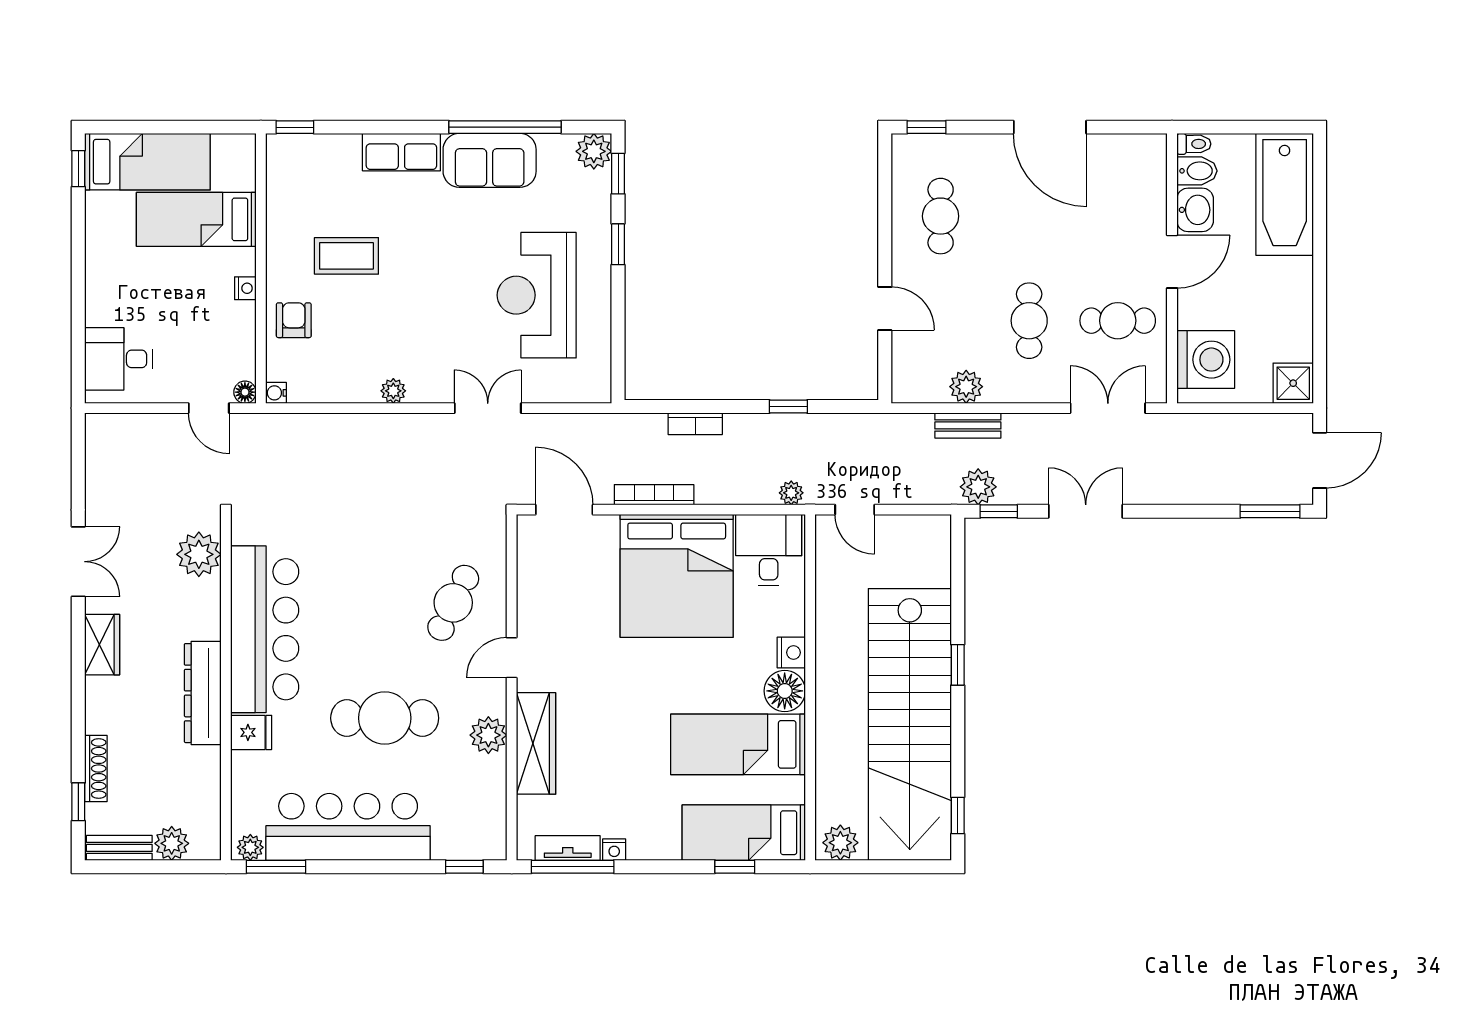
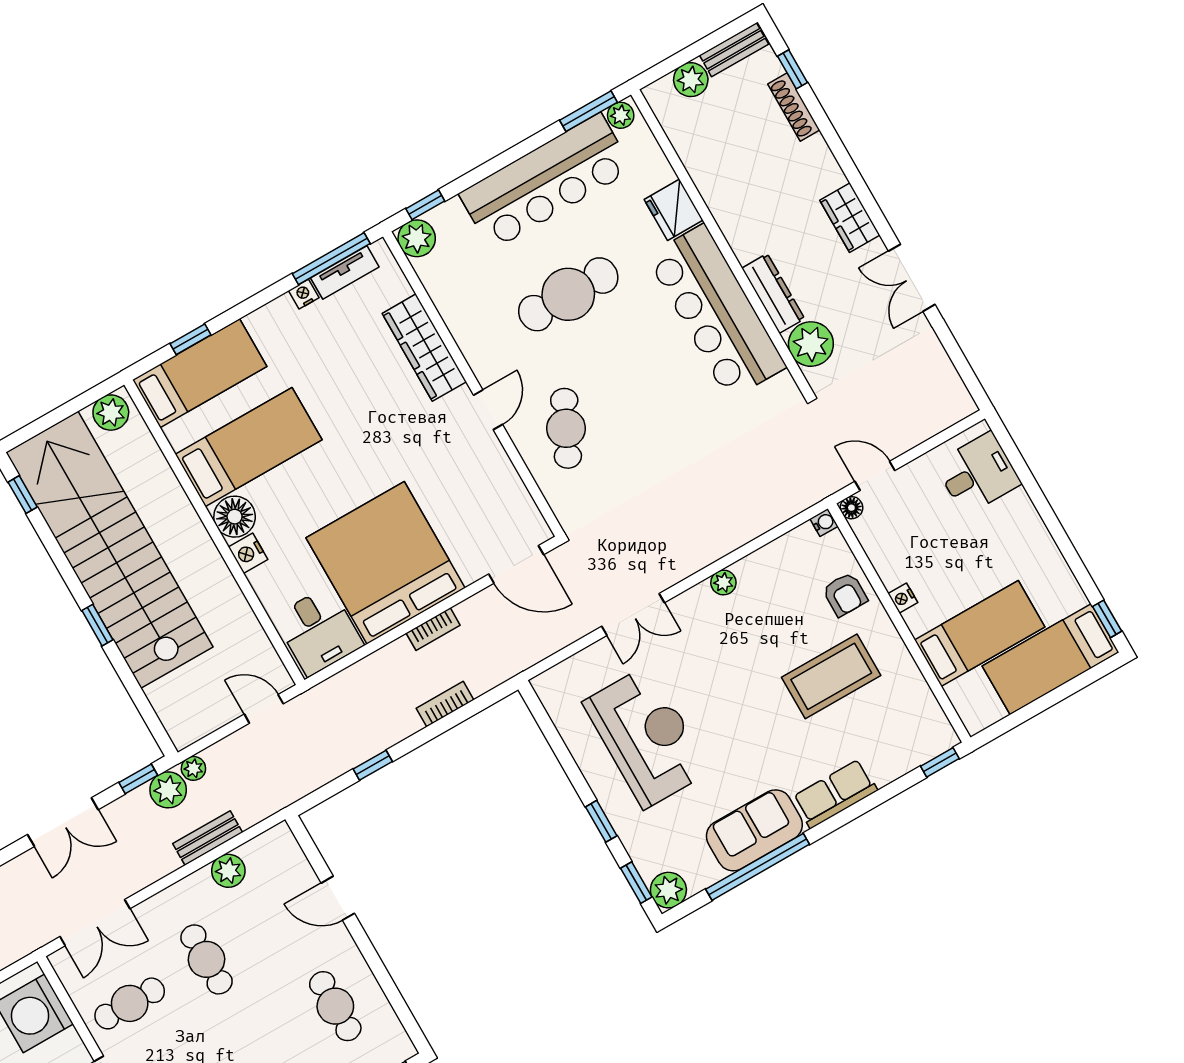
coffee table: (346, 256) -> (831, 676), width x1.36, depth x1.32
plant: (791, 493) -> (193, 768), moved
bookcase: (654, 495) -> (433, 629), width x0.64
dresser: (203, 693) -> (773, 293), moved, width x0.73, depth x0.80
fridge: (251, 732) -> (674, 210), width x1.38
plant: (488, 735) -> (417, 238), moved

